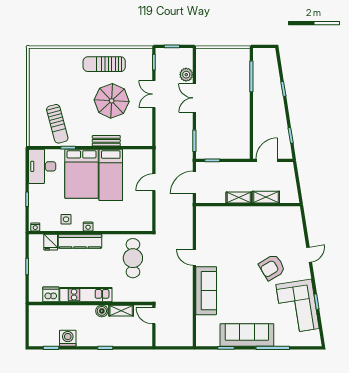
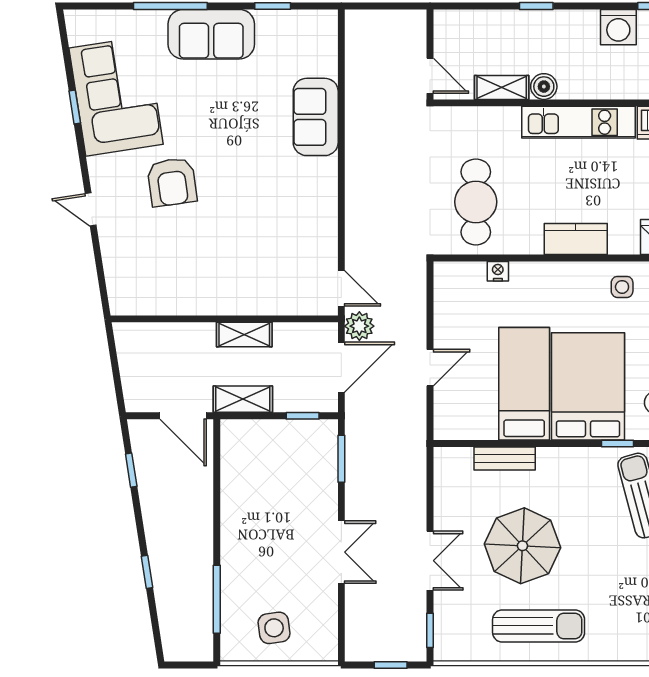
side table: (225, 63) -> (274, 628), added
plant: (186, 75) -> (359, 326), moved
bench: (106, 141) -> (505, 458), moved
door: (267, 160) -> (183, 416), hinge flipped
shelving: (266, 197) -> (243, 399), moved
nightstand: (88, 226) -> (498, 271), moved
kitchen counter: (80, 241) -> (576, 239), width x0.67
door: (309, 255) -> (91, 209), hinge flipped
door: (194, 257) -> (341, 288), moved
armchair: (272, 267) -> (172, 182), turned 113
sofa: (206, 291) -> (316, 117), width x0.73
sofa: (247, 335) -> (211, 34), width x0.73

